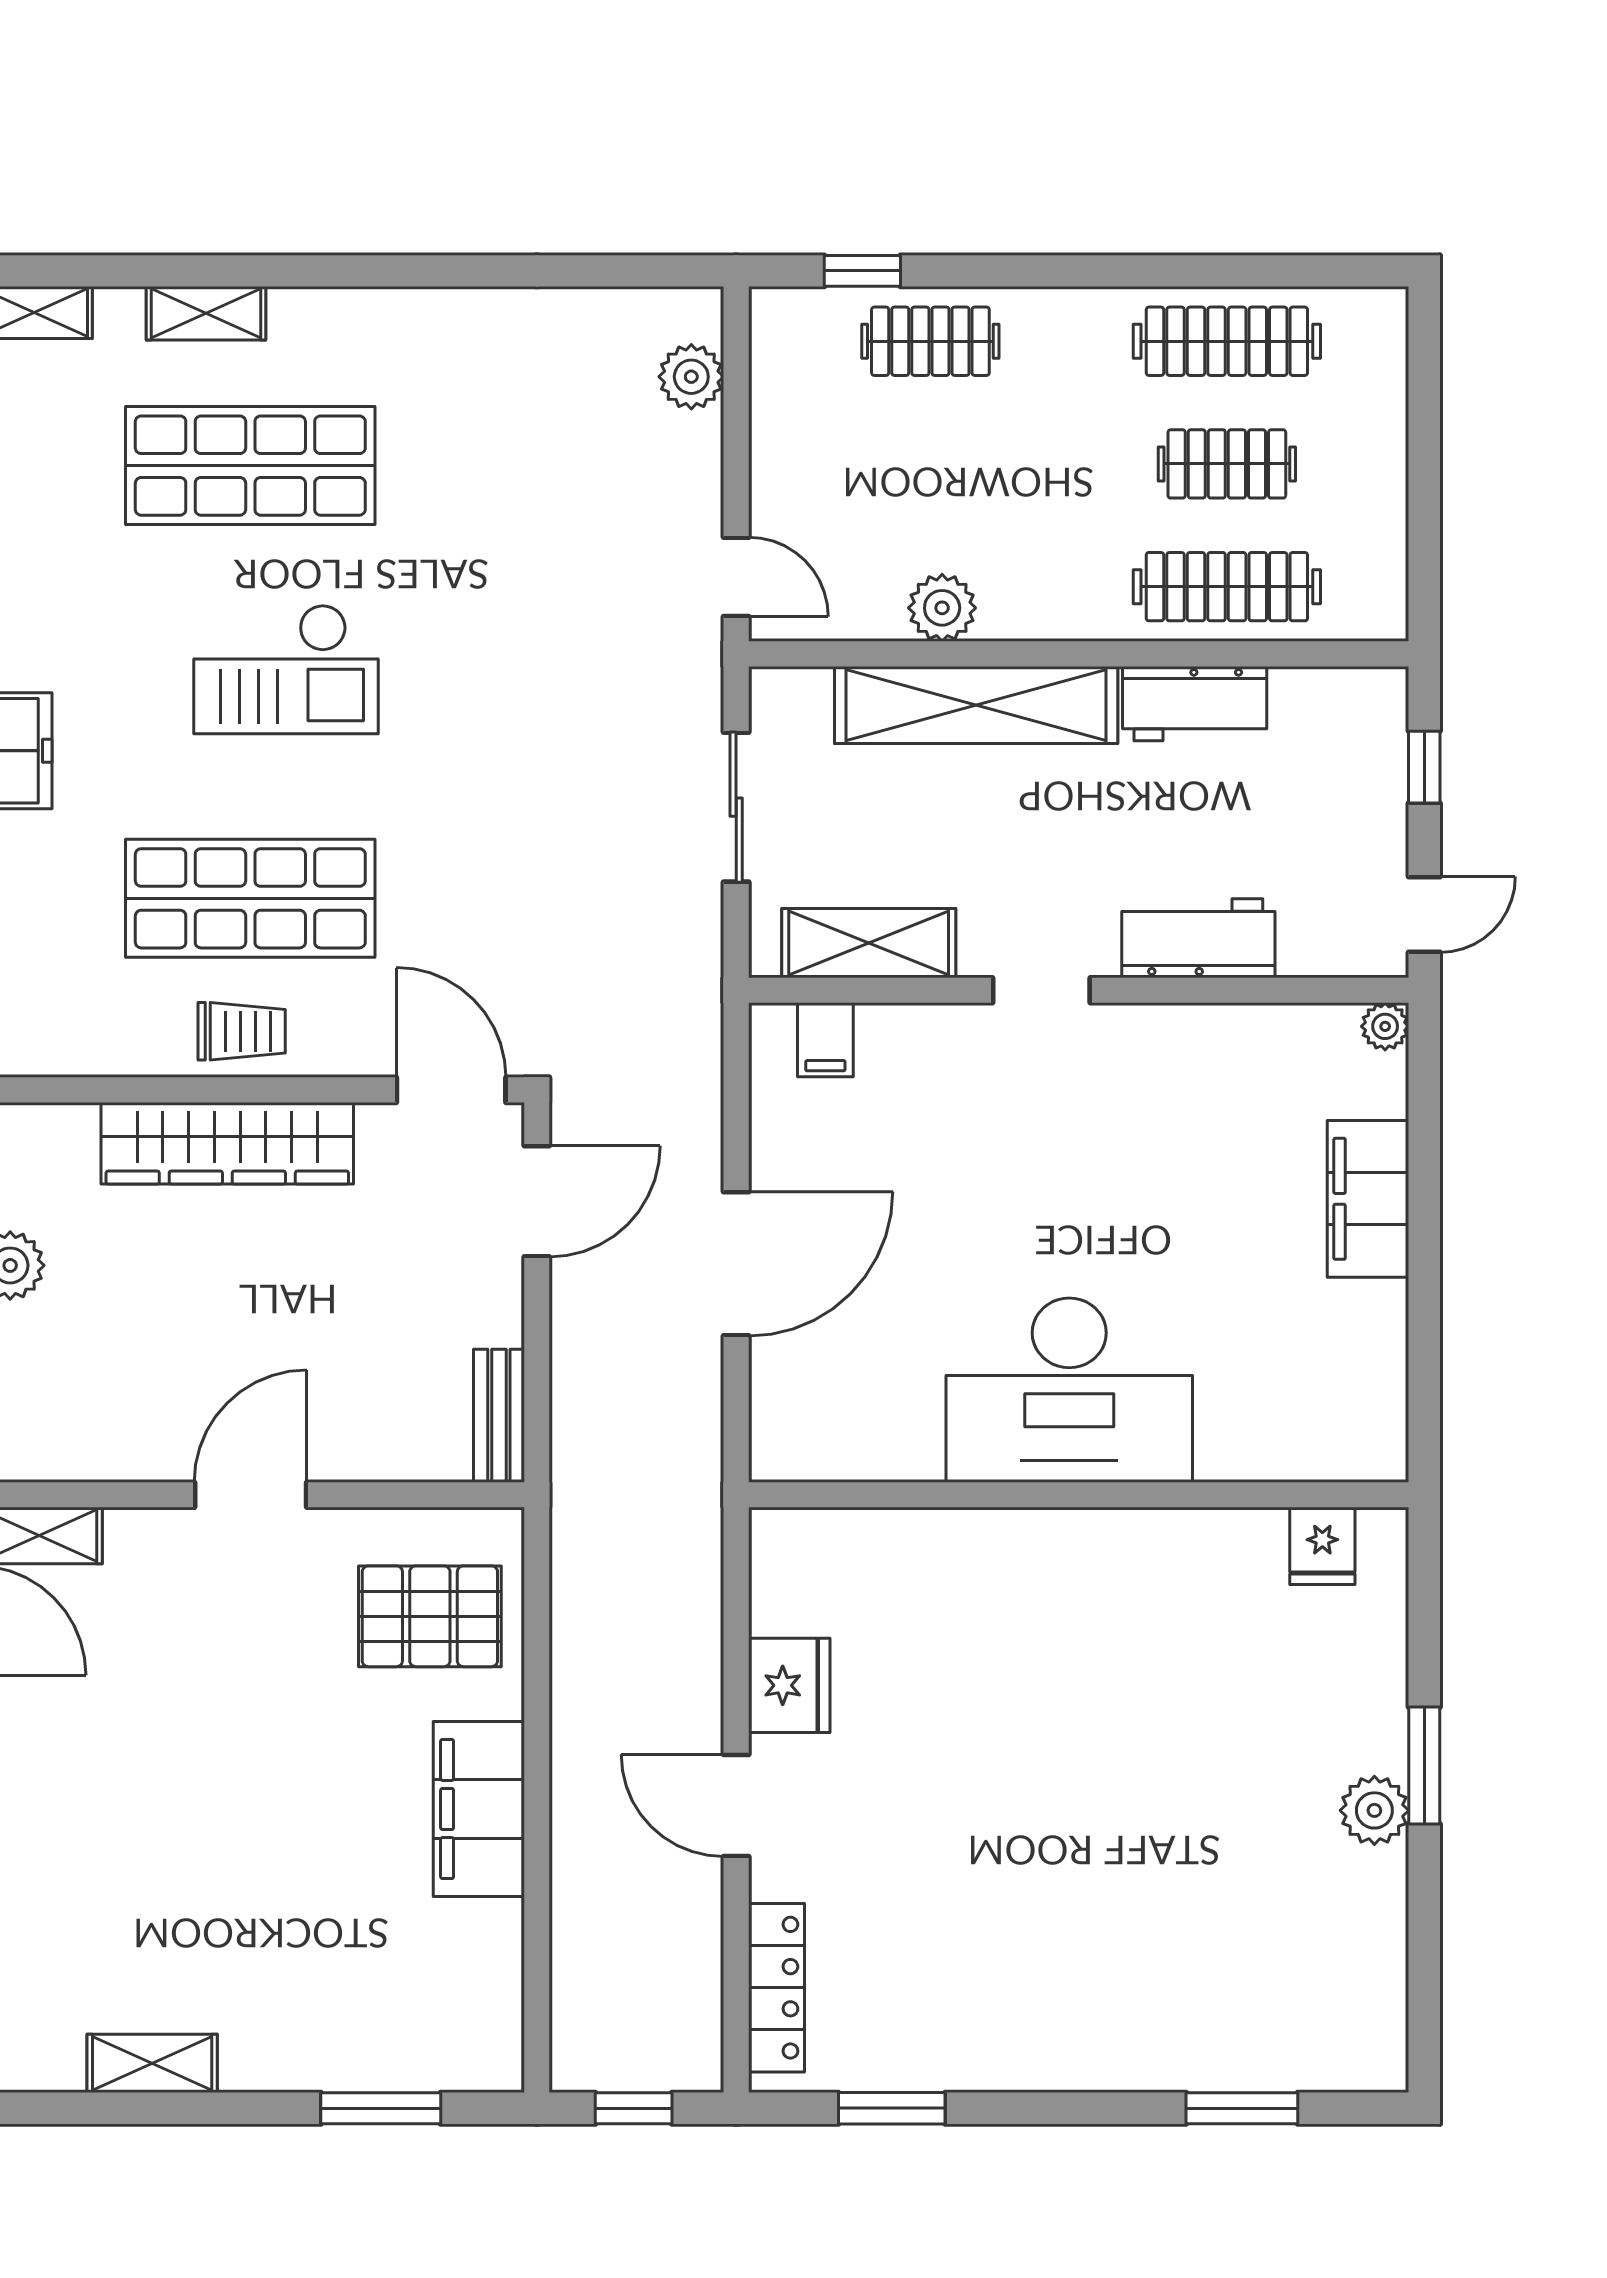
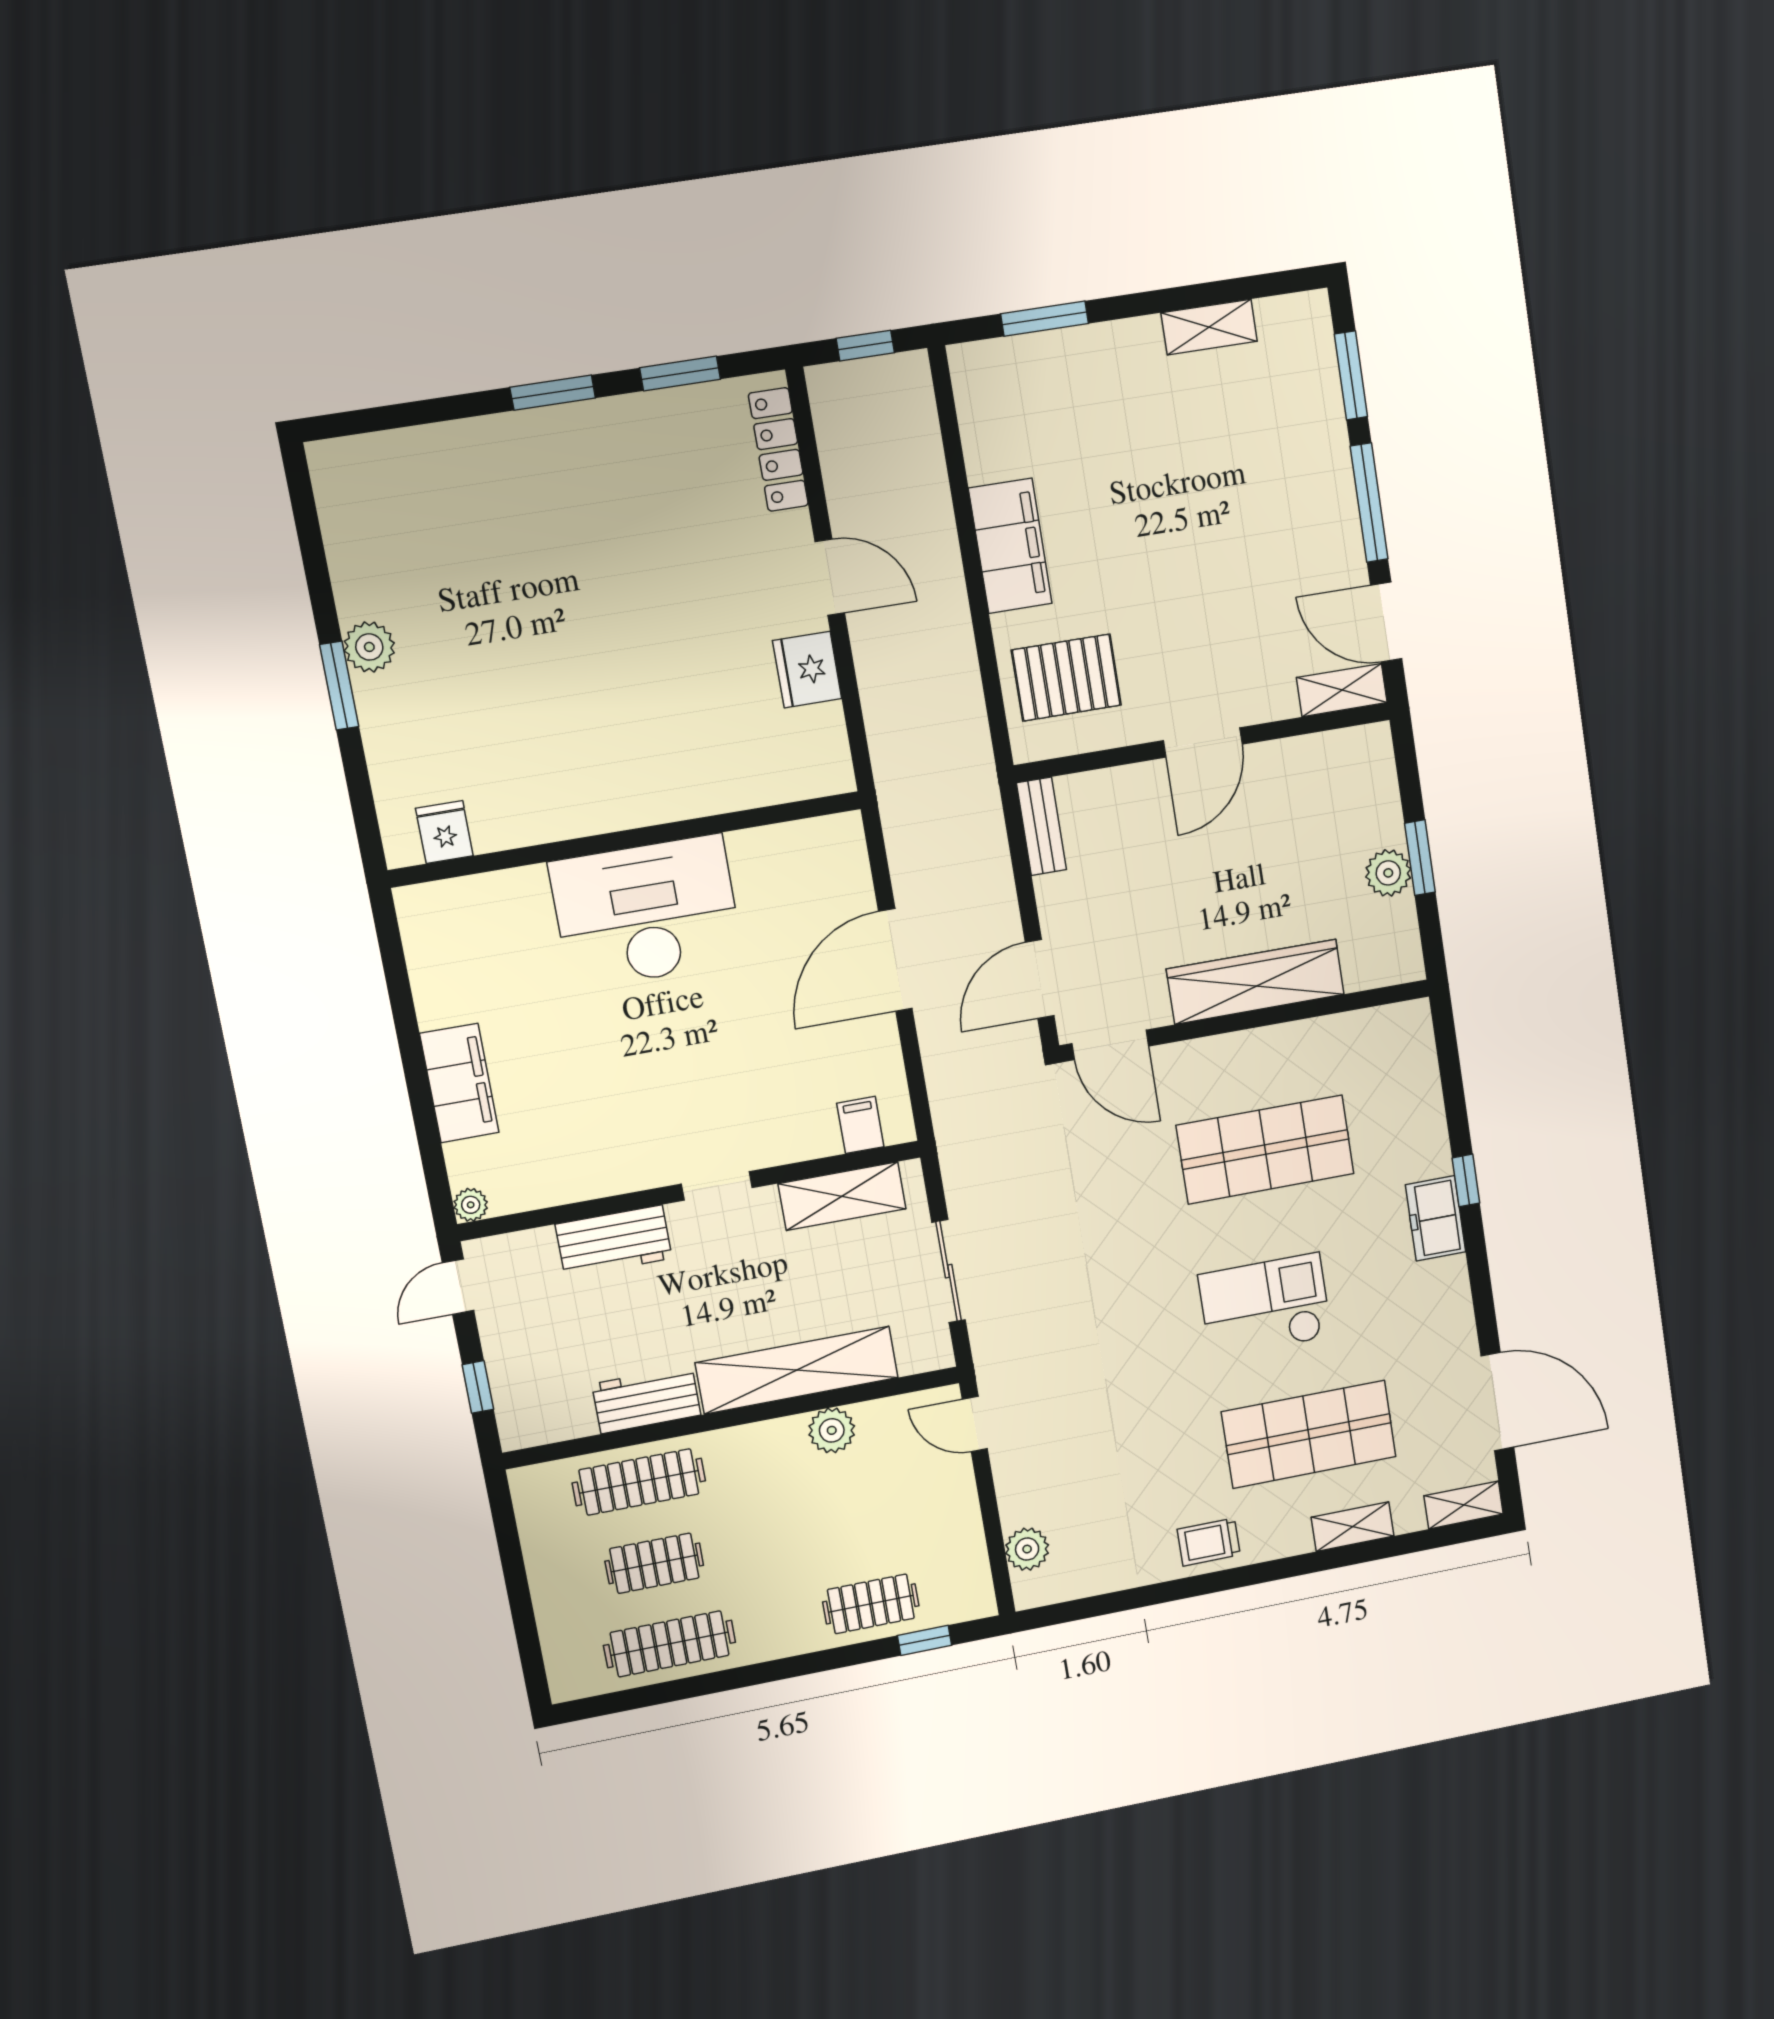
trolley: (242, 1031) -> (1209, 1542), moved
window: (1242, 2108) -> (553, 393), moved

